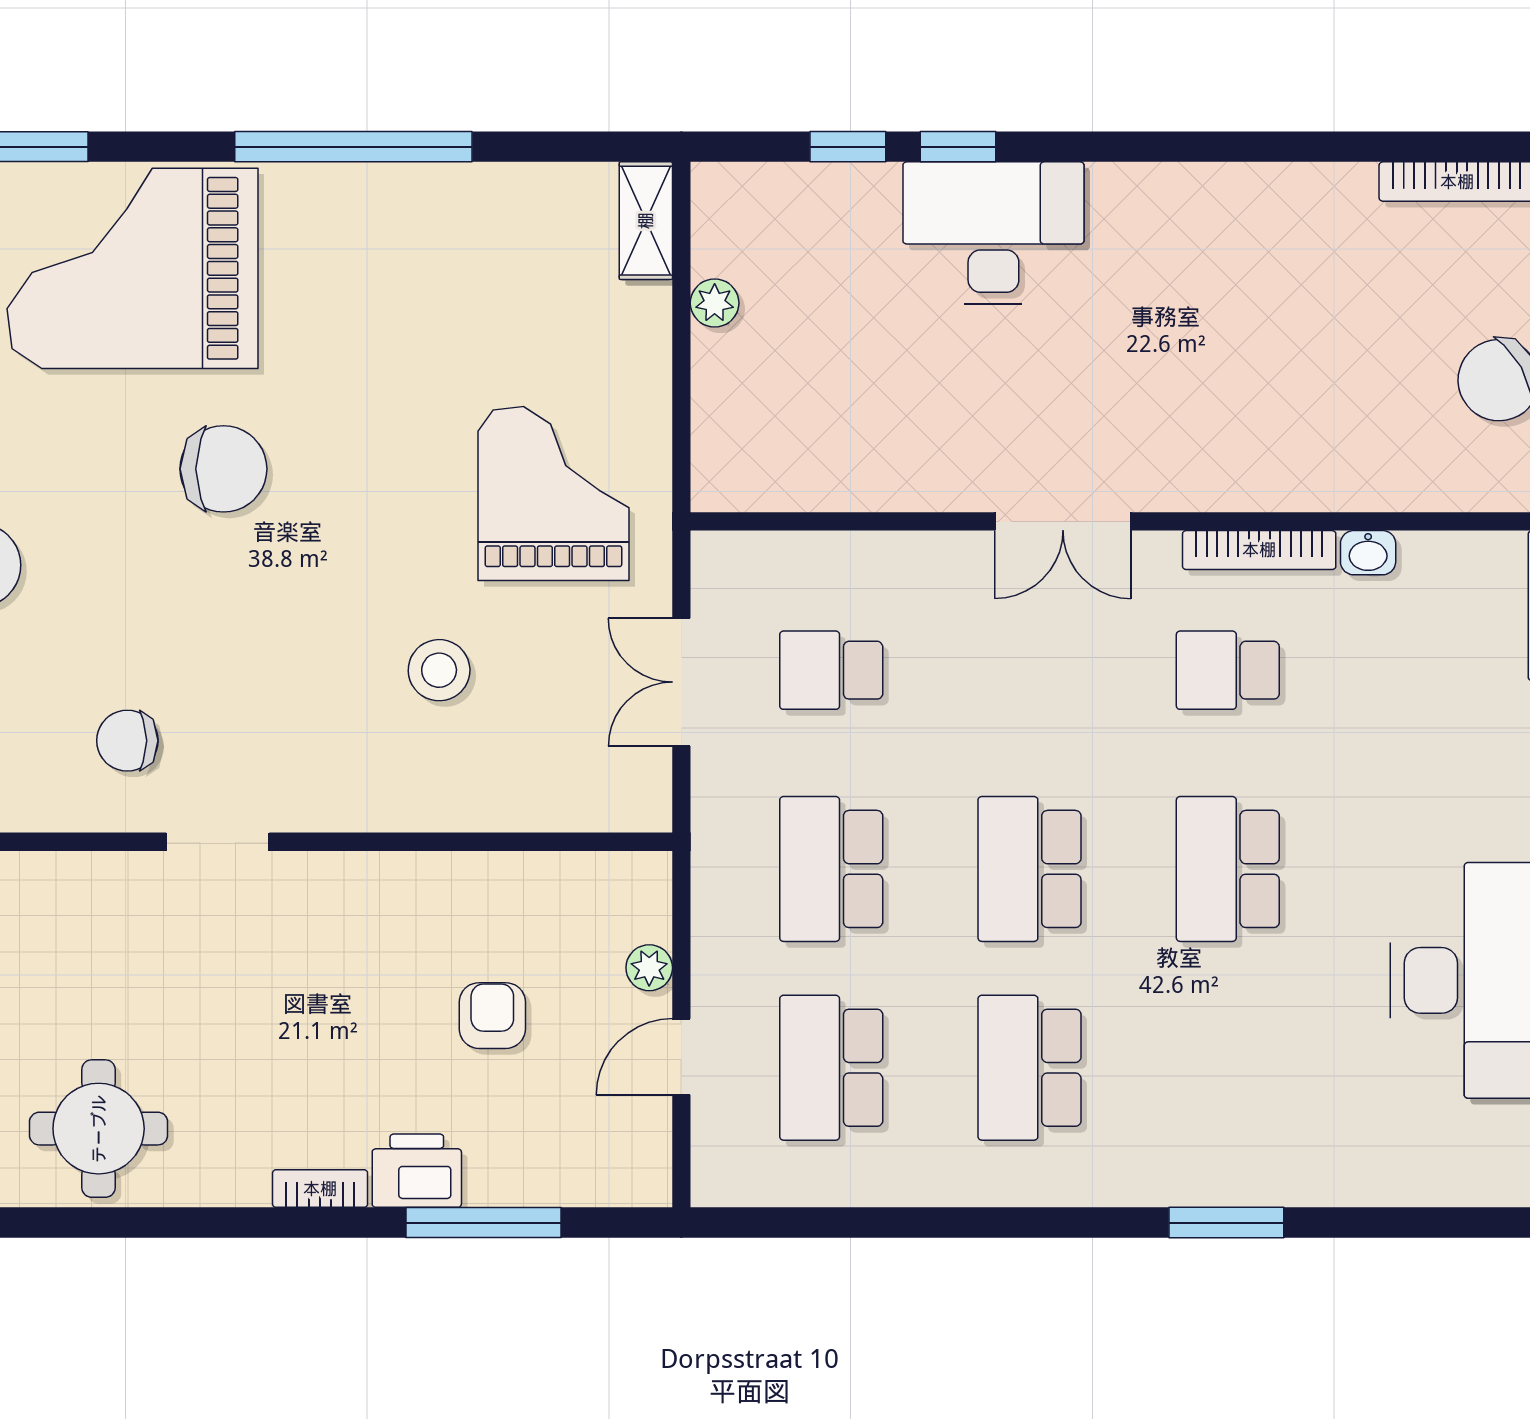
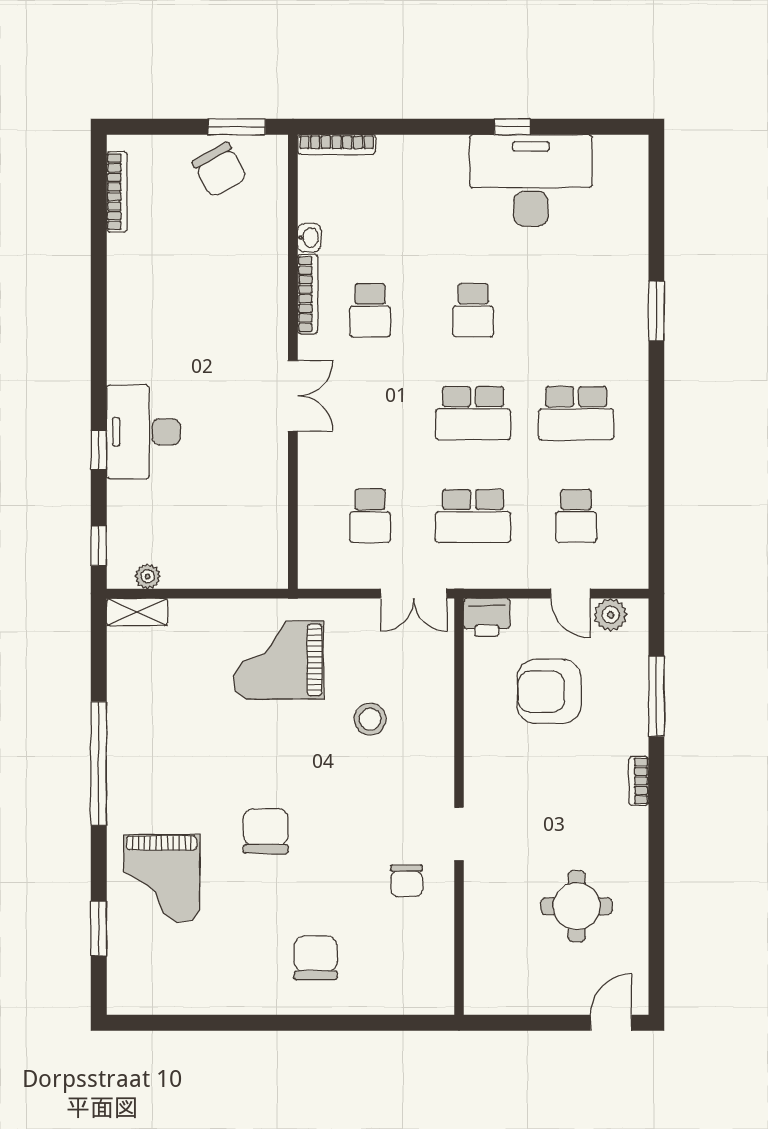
window: (848, 147) -> (99, 546), moved
grand piano: (132, 268) -> (162, 878), width x0.73, depth x0.68
plant: (715, 303) -> (148, 576), moved
double door: (681, 682) -> (414, 594), moved
school desk: (1228, 869) -> (473, 310), width x0.54
plant: (649, 968) -> (611, 615), moved, width x1.38, depth x1.38
armchair: (492, 1016) -> (549, 692), width x1.88, depth x1.88
school desk: (831, 1068) -> (576, 516), width x0.54
round table: (99, 1129) -> (577, 906), moved
printer: (417, 1171) -> (487, 617), moved, turned -90

